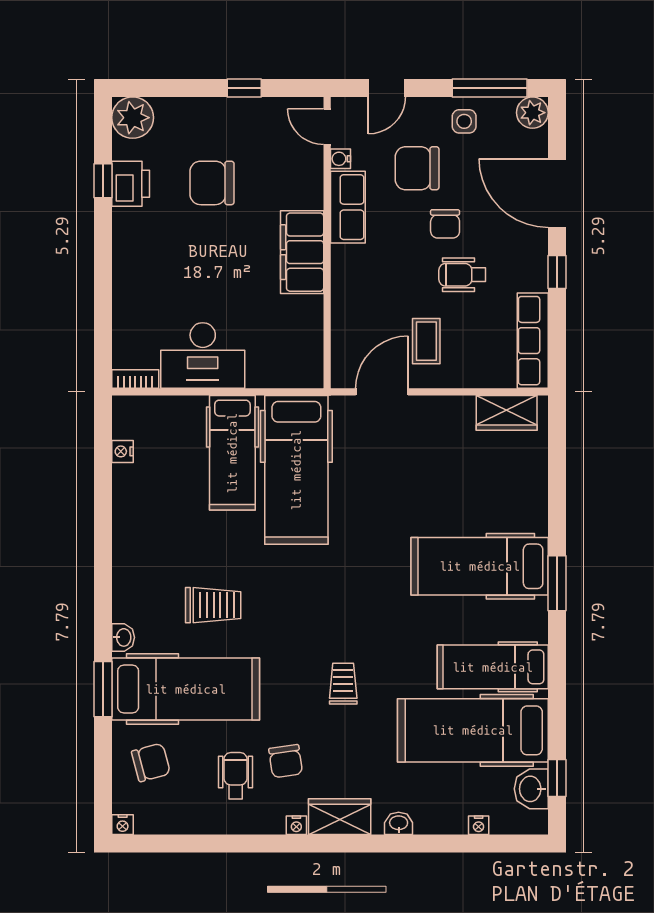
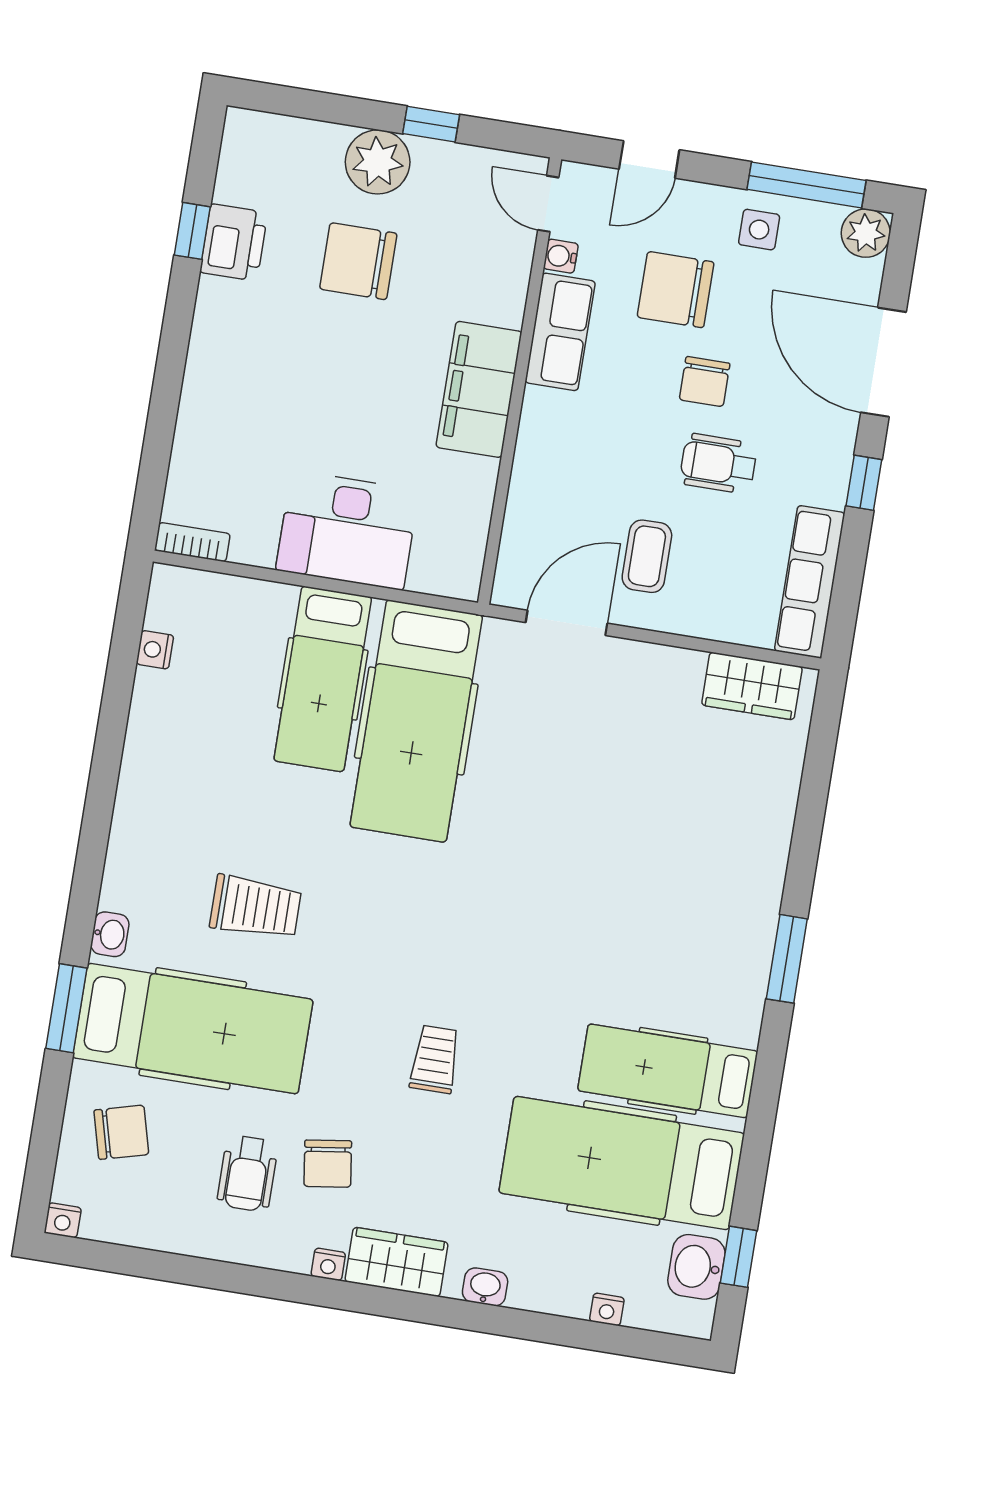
plant: (133, 118) -> (378, 162), moved
desk: (203, 355) -> (347, 530), moved
hospital bed: (480, 566) -> (673, 914), removed
wheelchair: (236, 776) -> (248, 1174), turned 180

